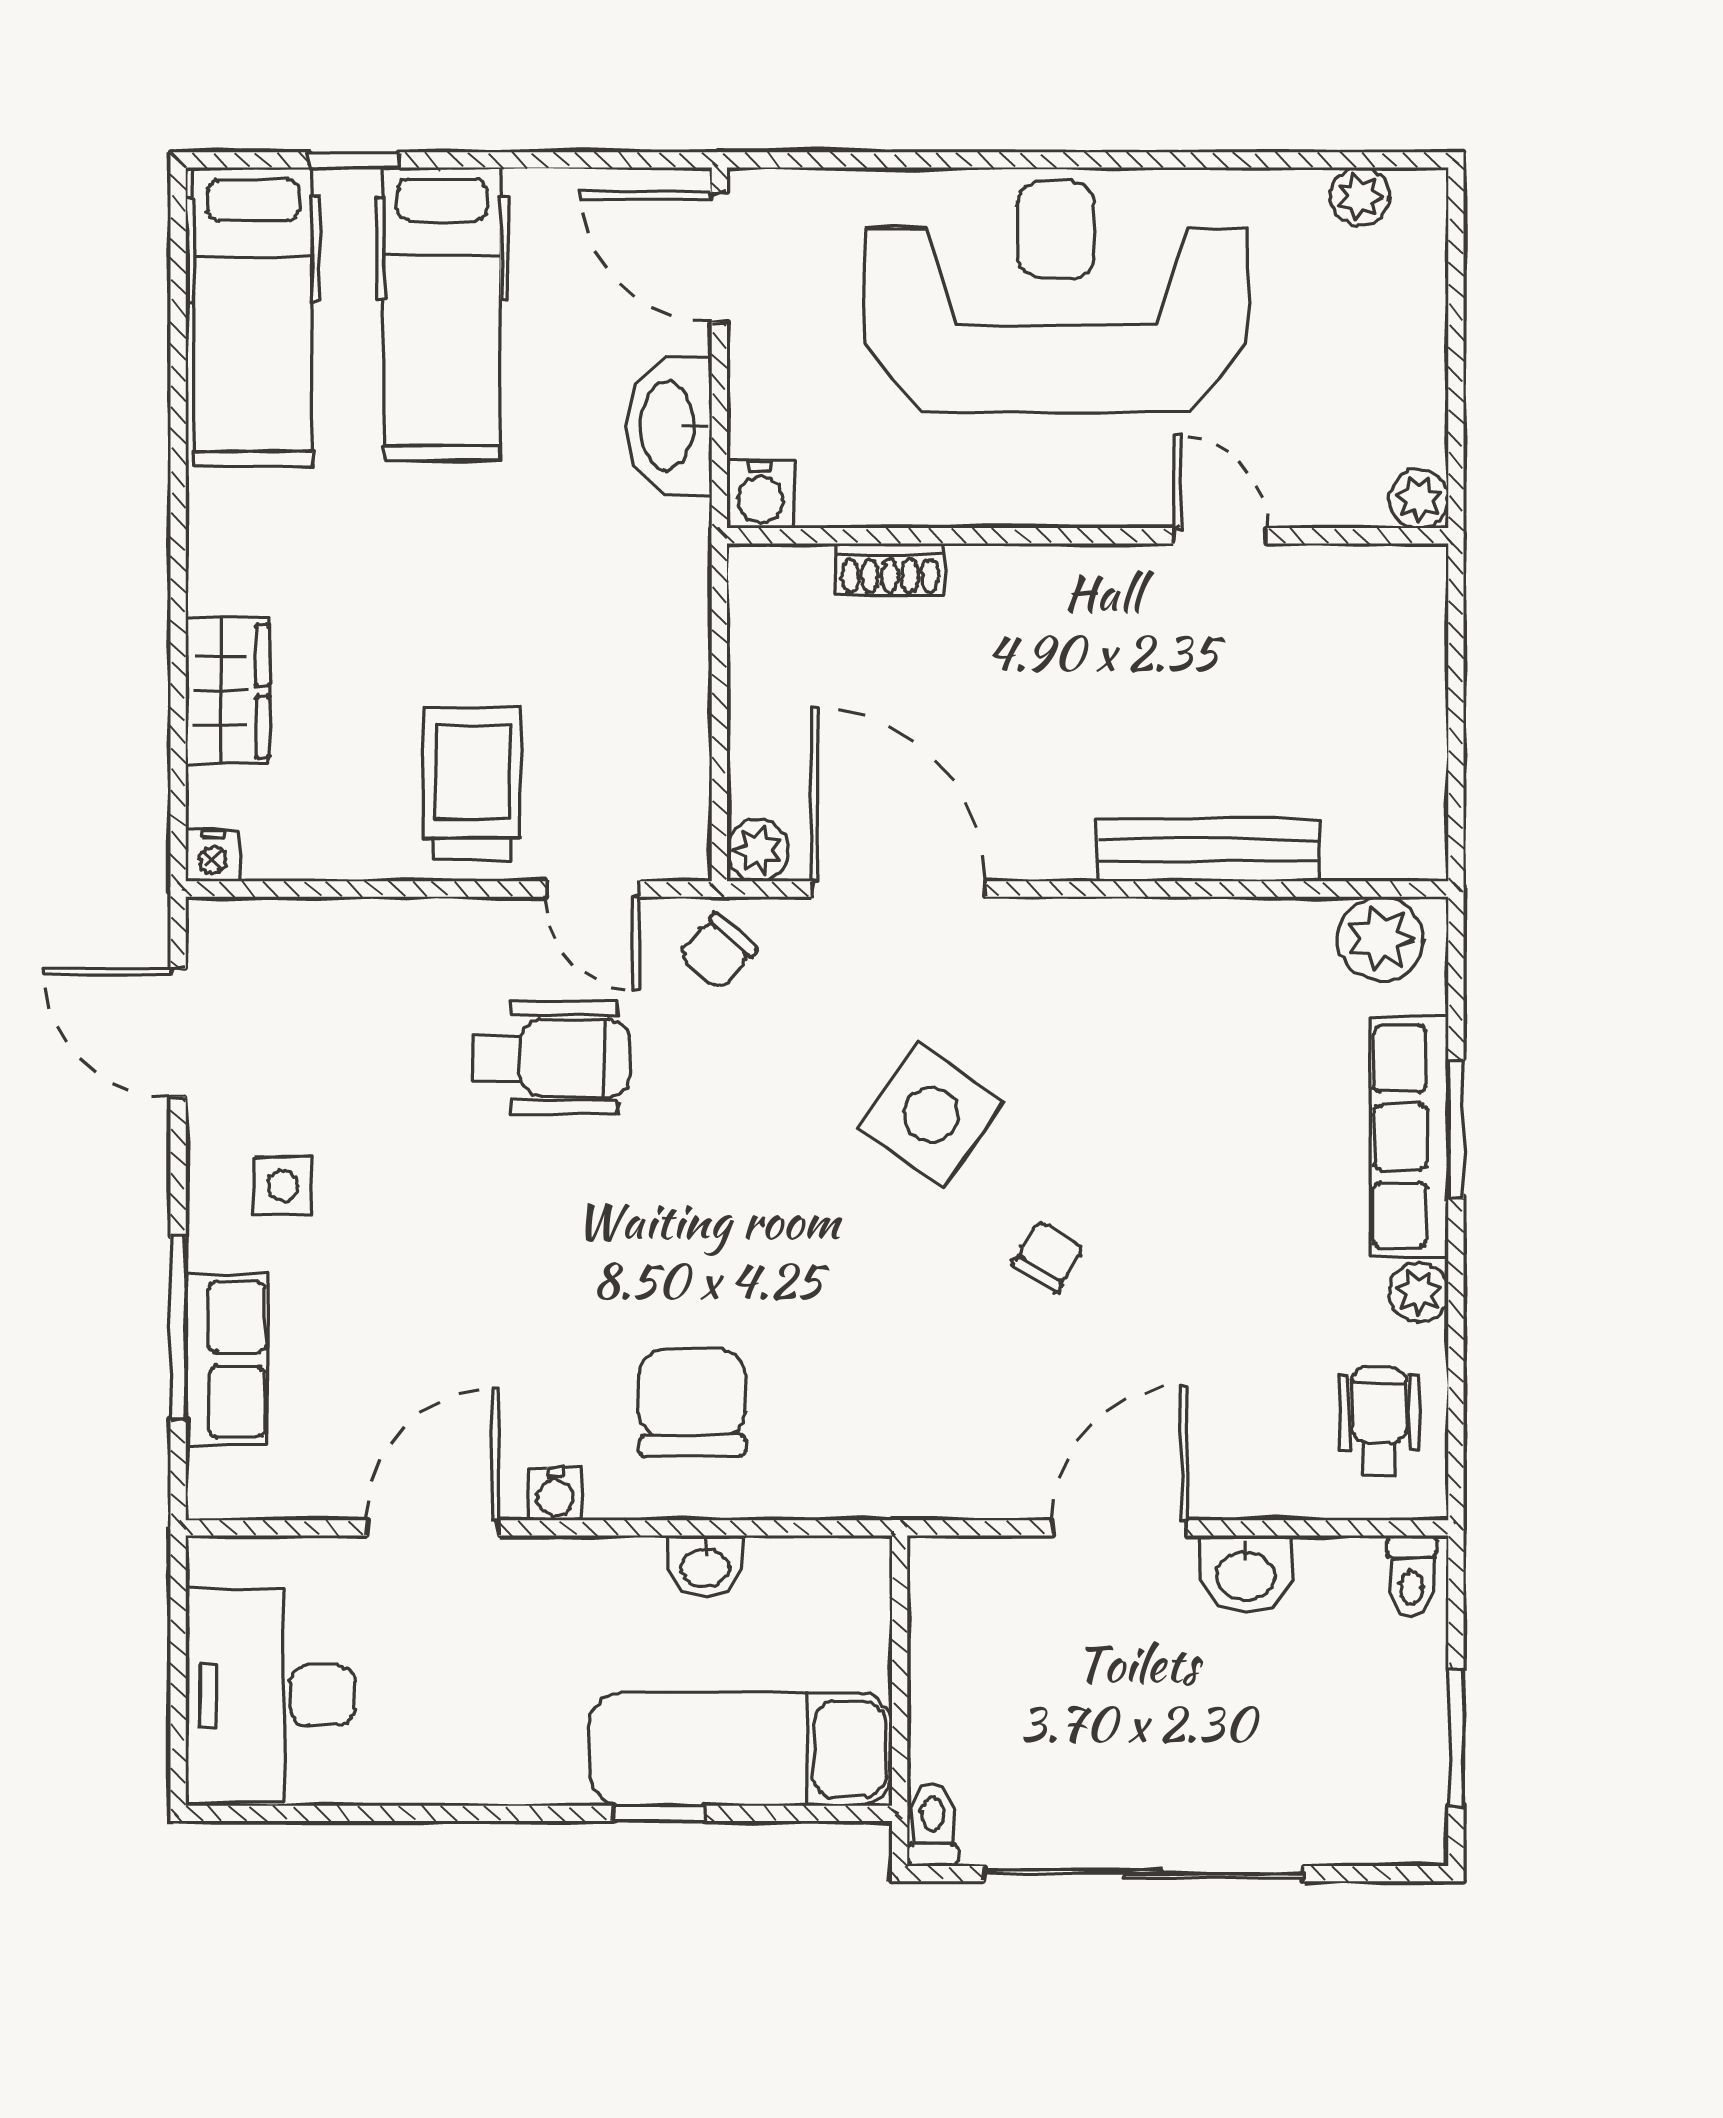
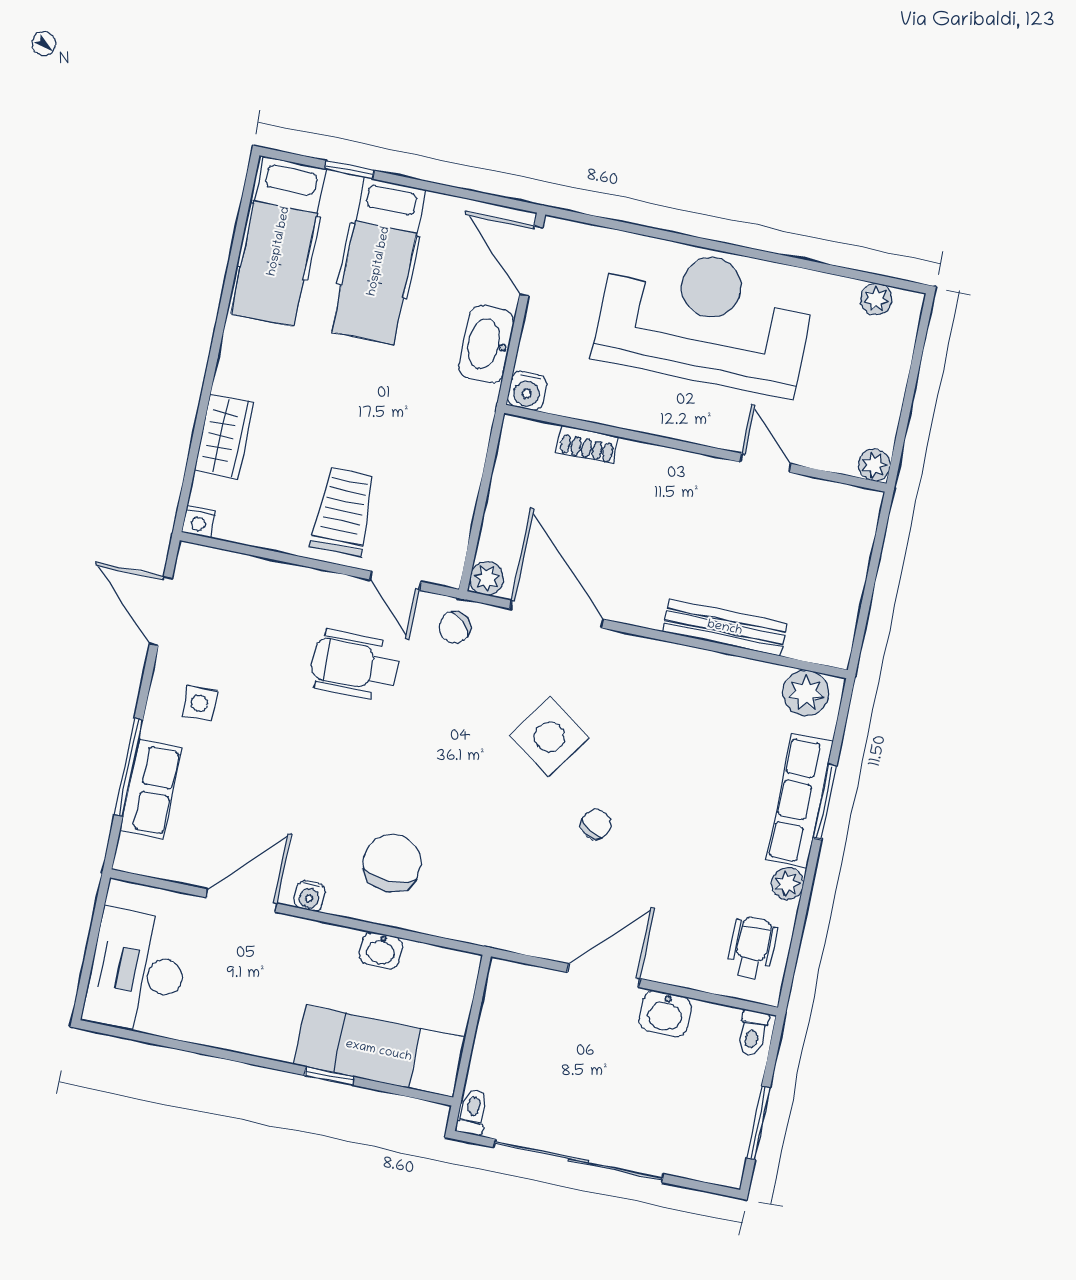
wheelchair: (551, 1058) -> (355, 665), turned 180

